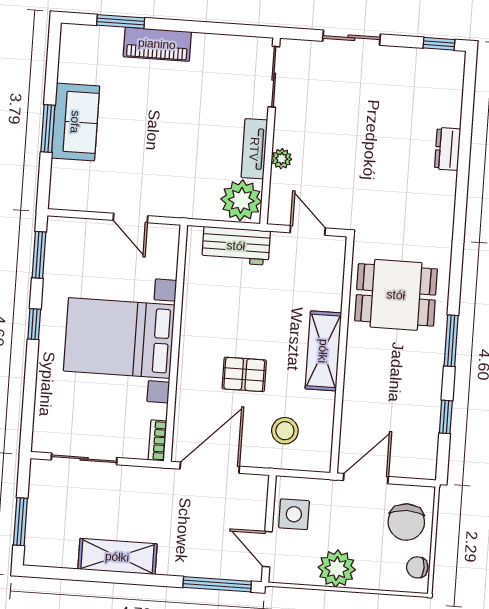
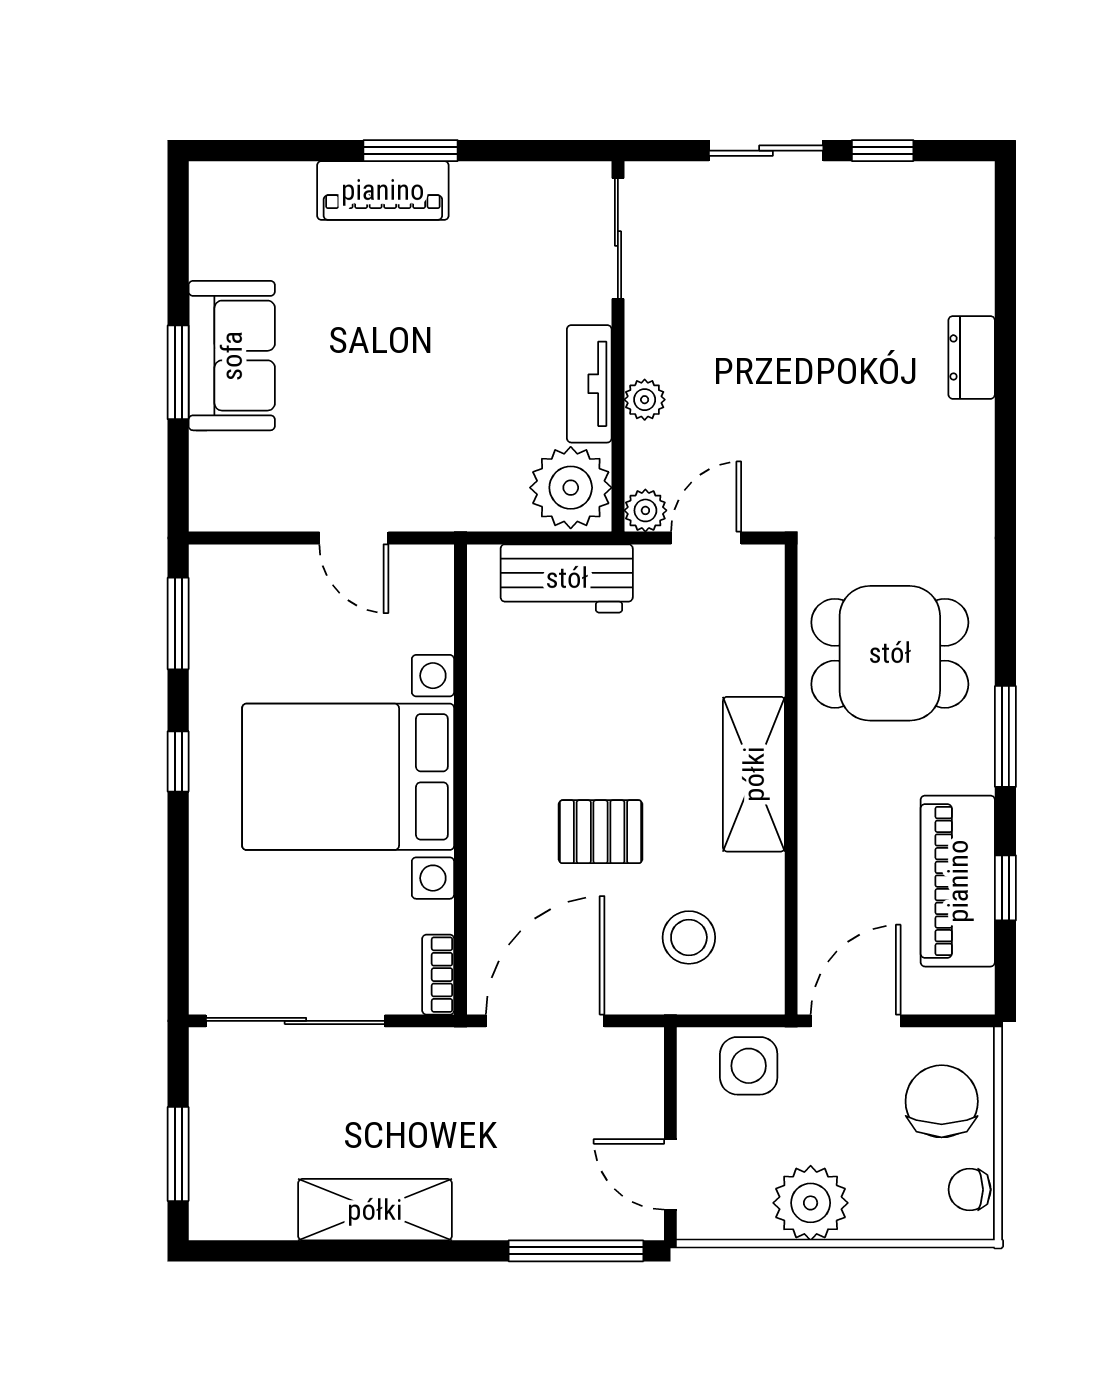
window: (121, 22) -> (411, 151), moved
window: (439, 44) -> (883, 151), moved
plant: (278, 214) -> (645, 510), added
door: (308, 230) -> (706, 538), hinge flipped
piano: (422, 412) -> (958, 881), added
sliding door: (84, 459) -> (295, 1021), width x1.37
side table: (294, 514) -> (749, 1066), moved
chair: (406, 522) -> (942, 1101), turned 180

